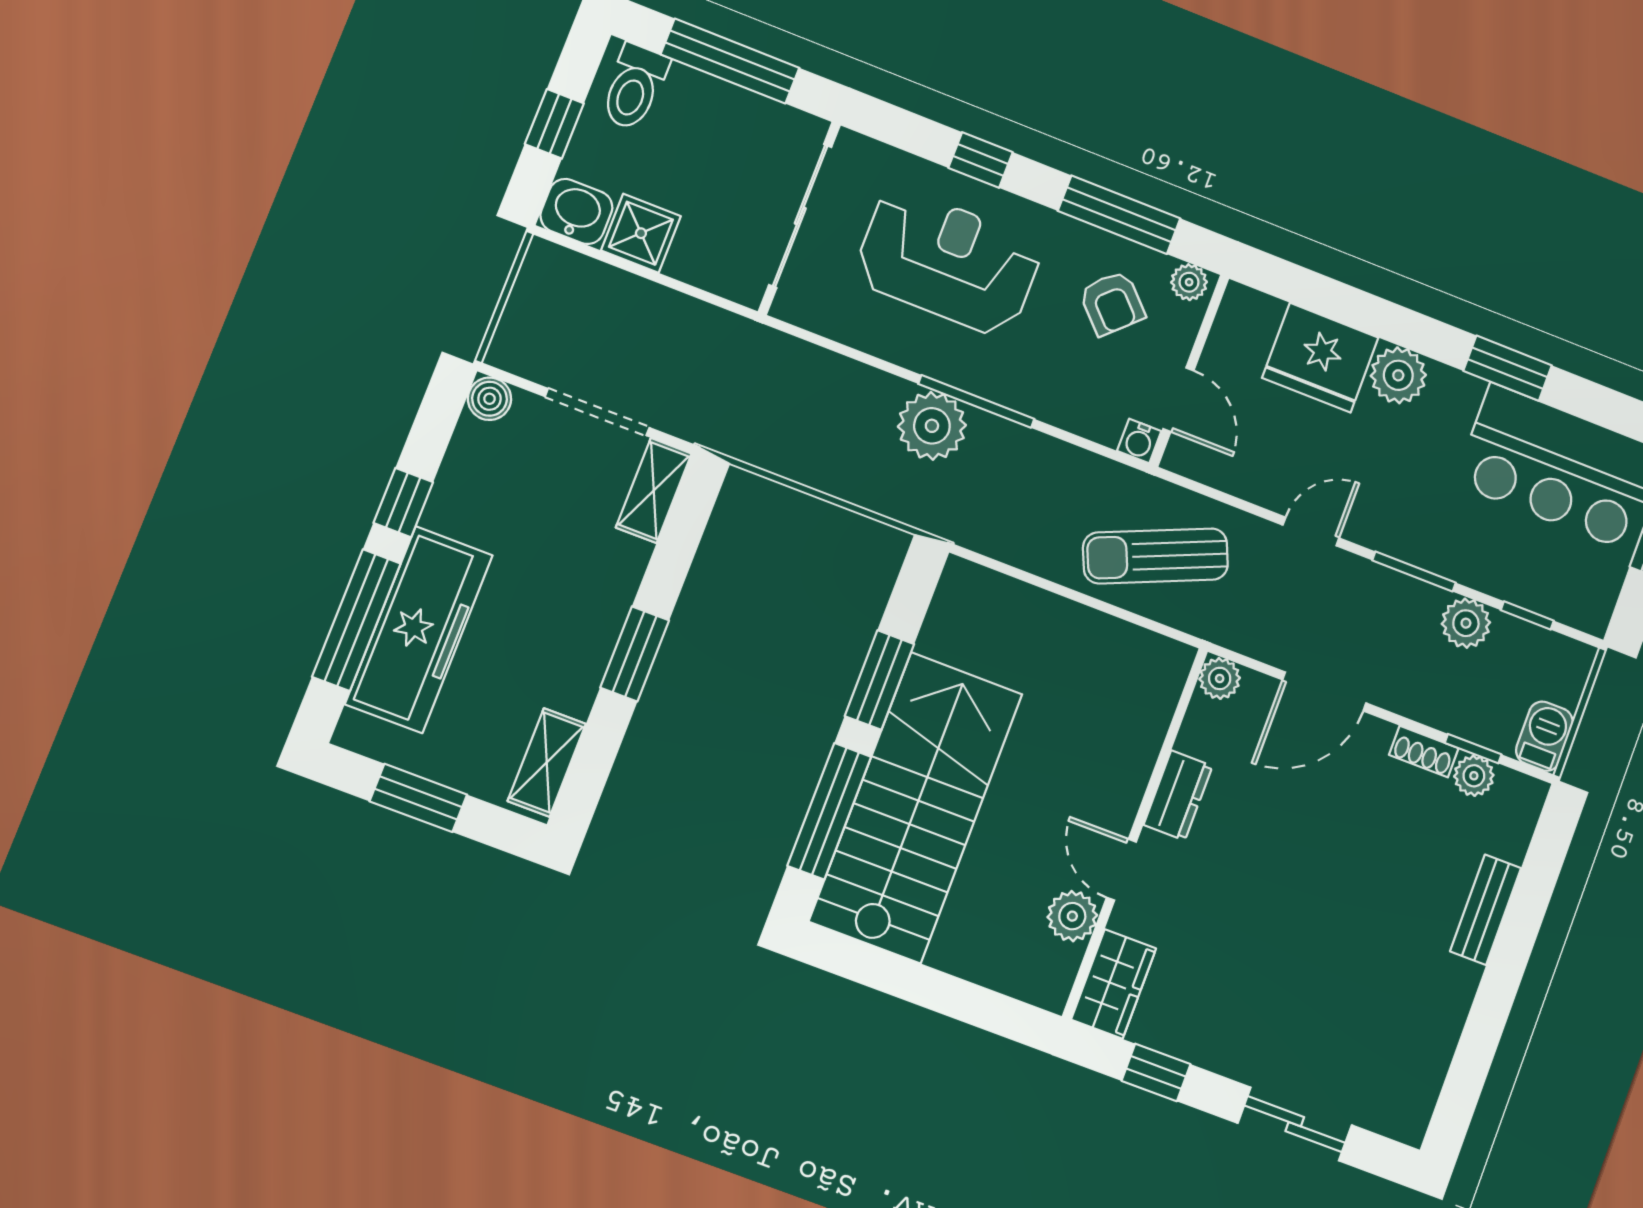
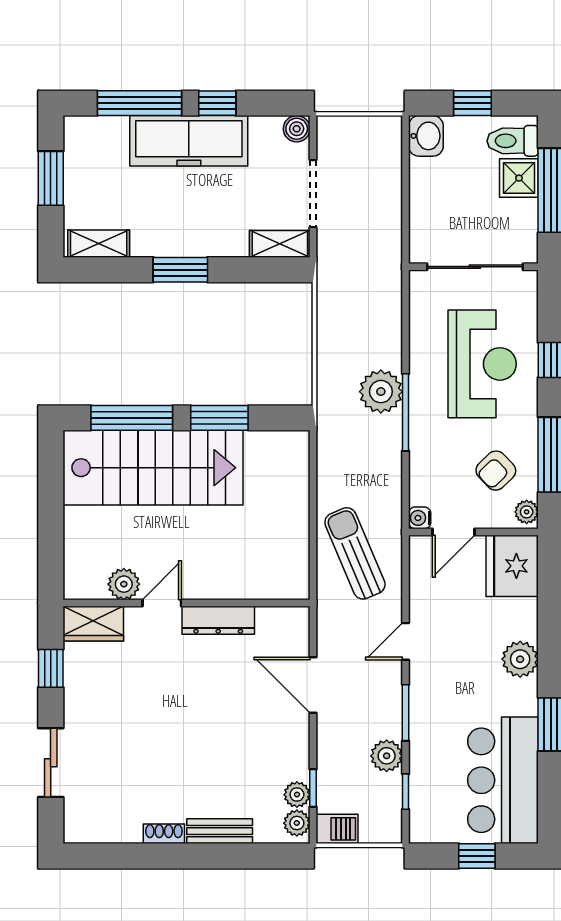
shower: (641, 233) -> (519, 178), moved
fridge: (1320, 358) -> (512, 566), moved
door: (1311, 531) -> (406, 641), swing flipped
freezer: (419, 630) -> (189, 141), moved
plant: (1220, 678) -> (297, 823), moved
shoe rack: (1424, 751) -> (164, 834), moved, turned 90
dresser: (1178, 795) -> (218, 620), width x1.44

